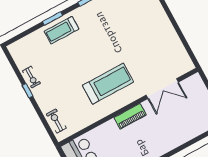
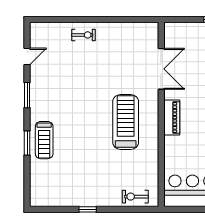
exercise bike: (31, 77) -> (83, 35), moved

